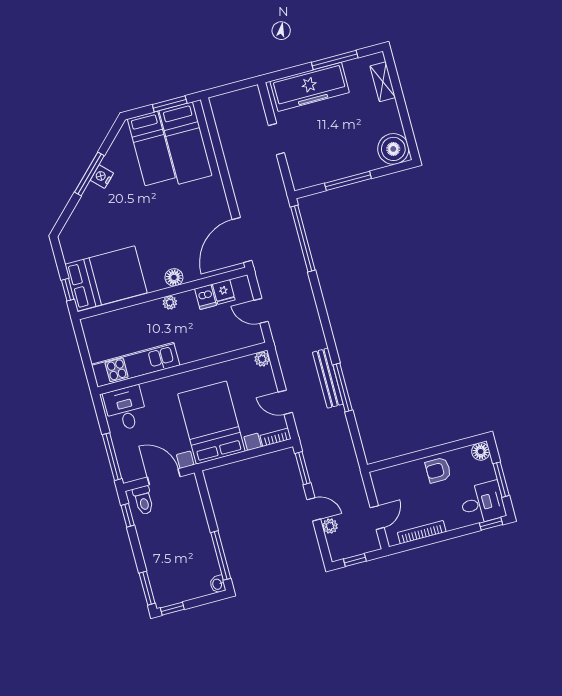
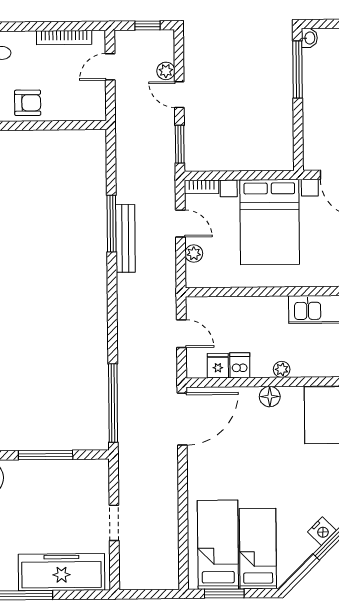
plant: (262, 359) -> (194, 253), moved

